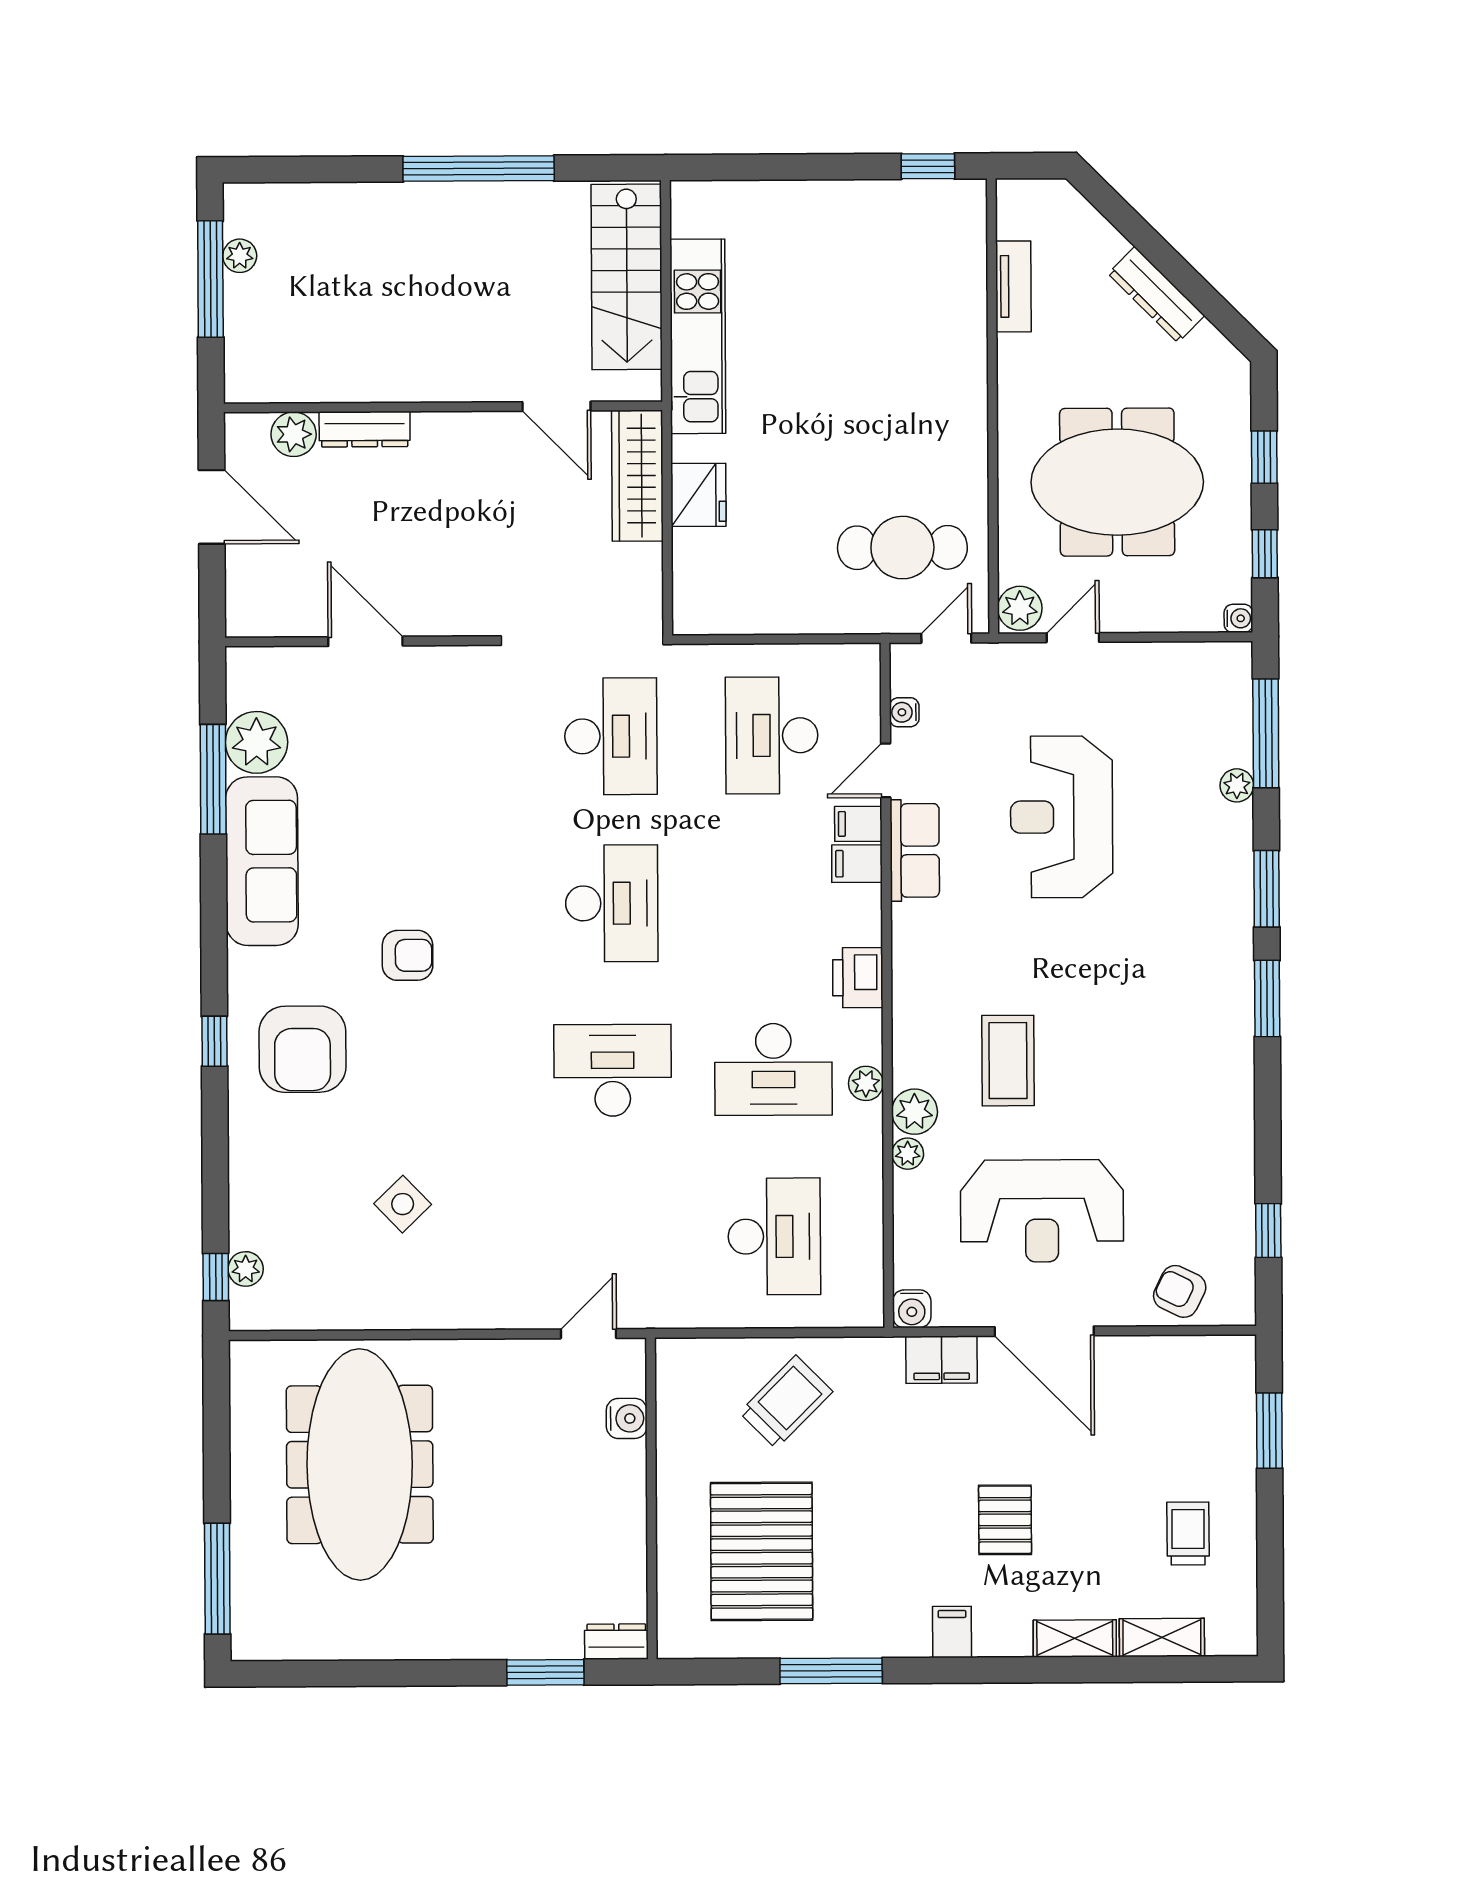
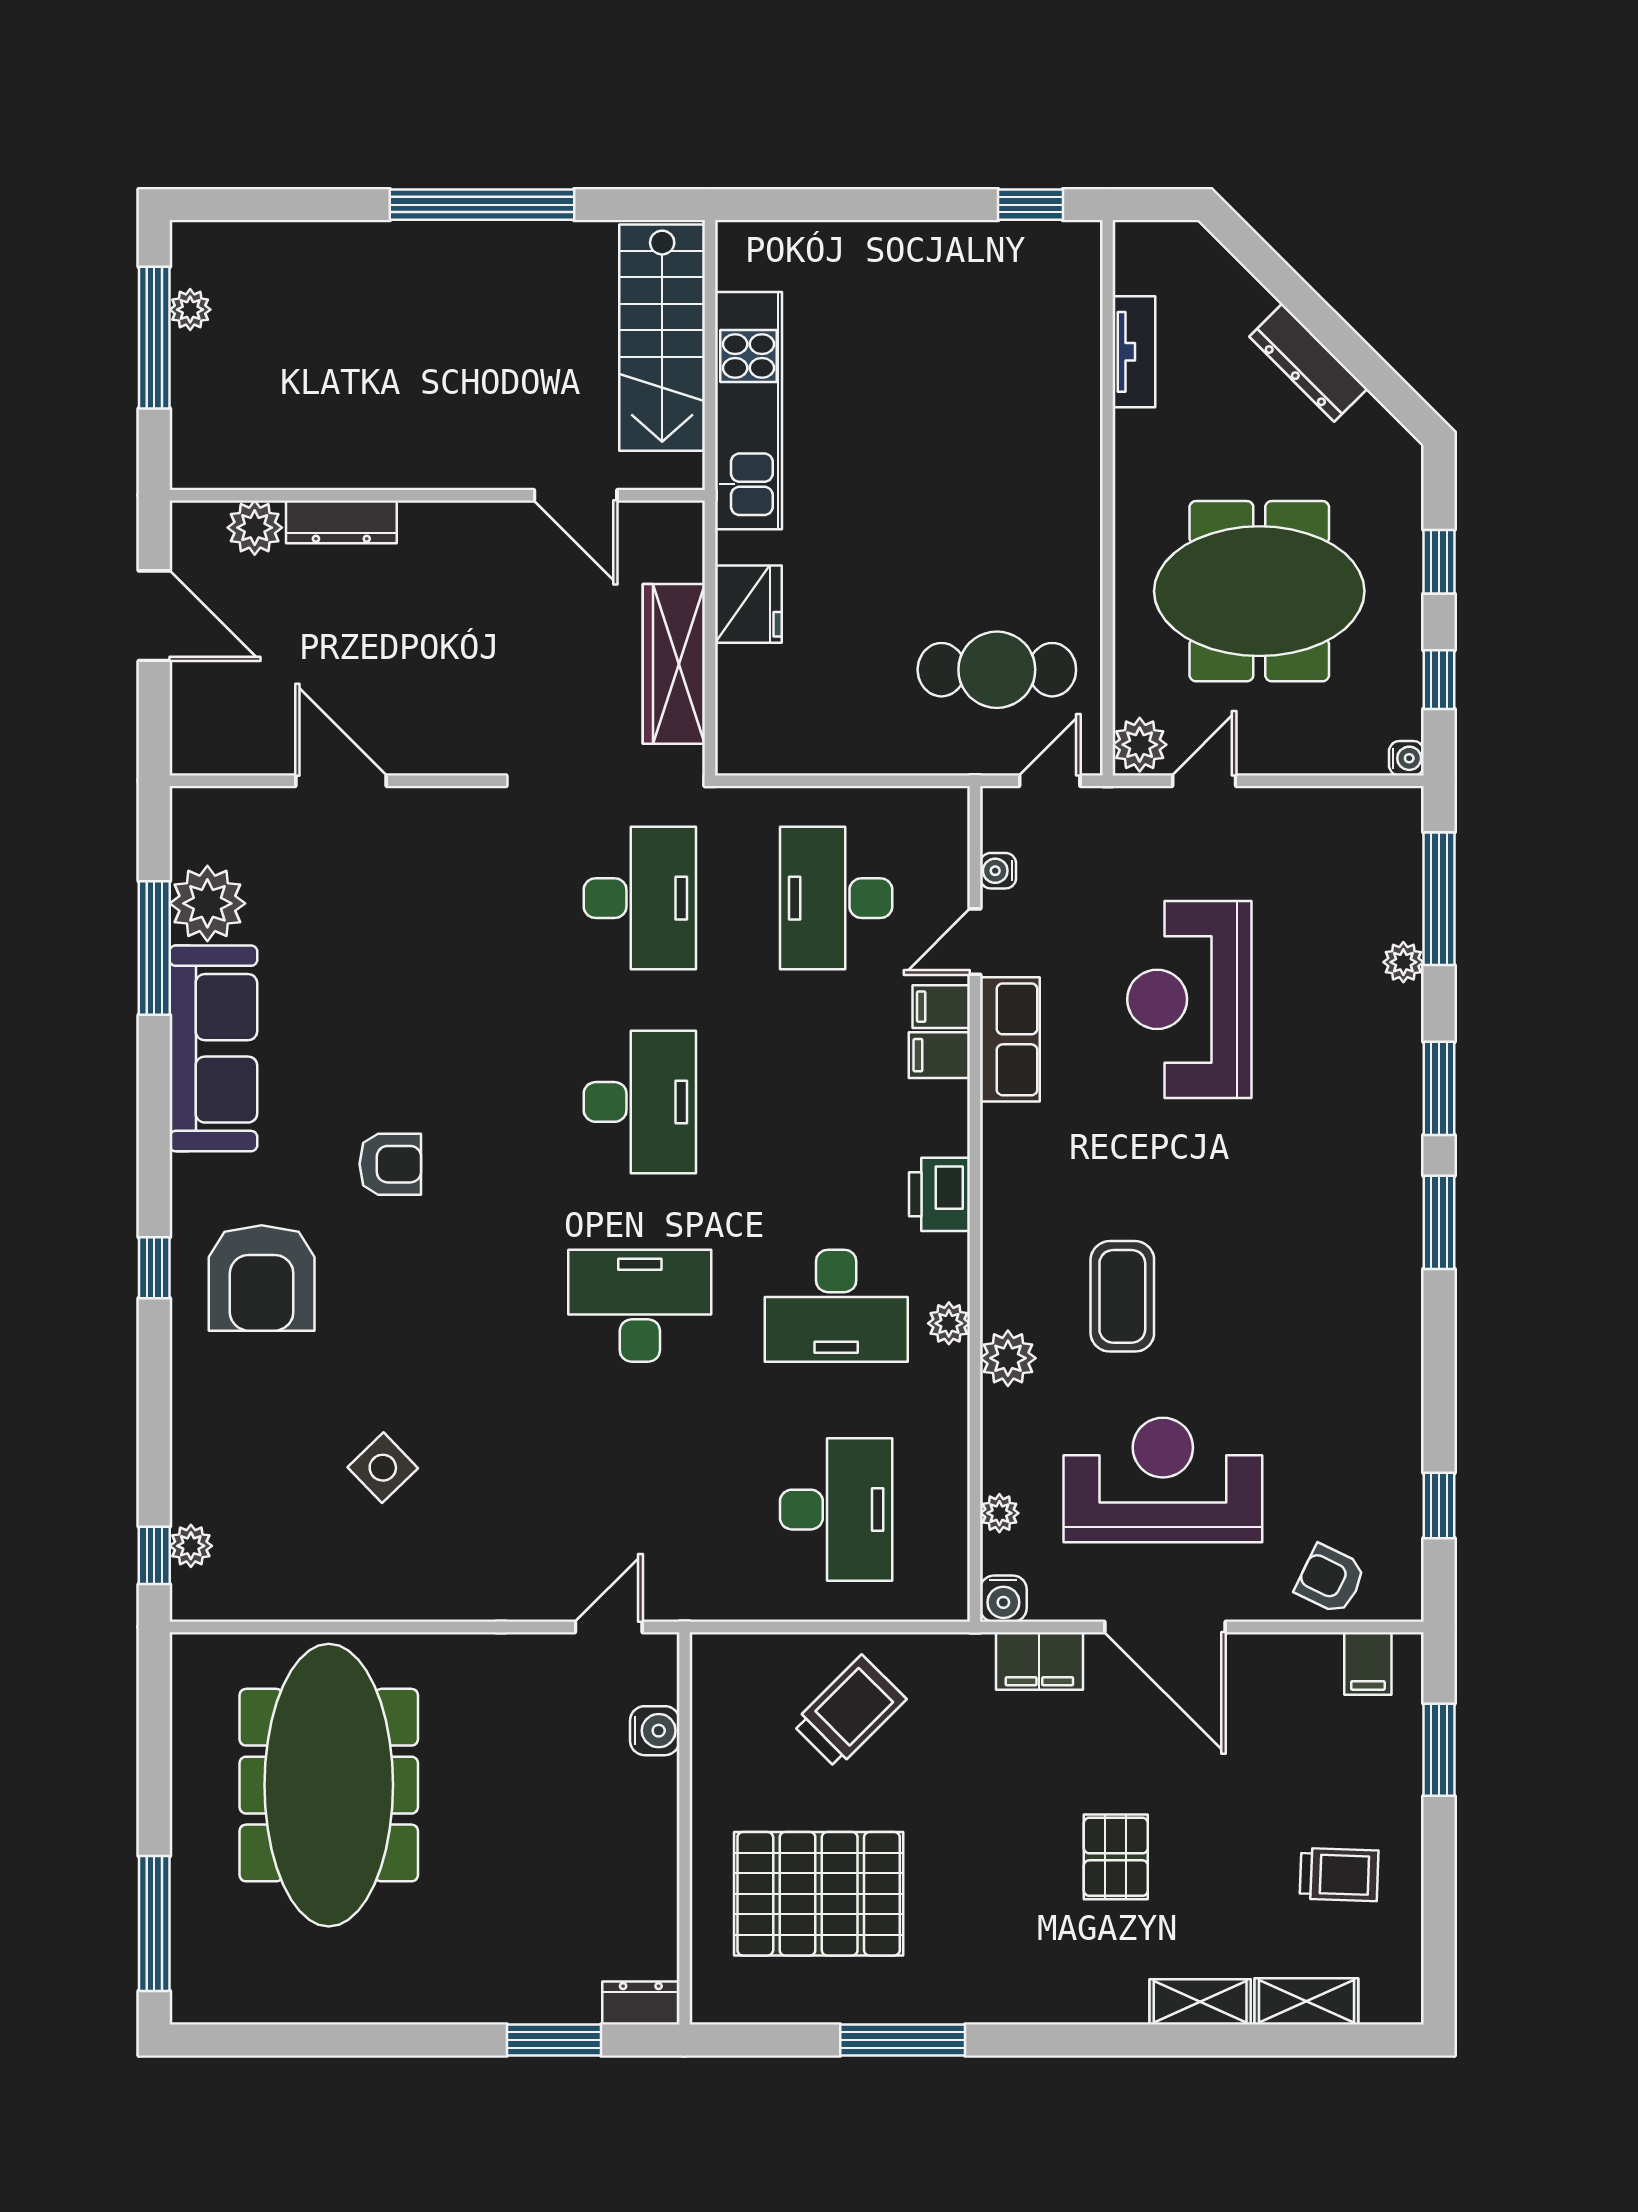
wardrobe: (637, 476) -> (674, 664), moved
plant: (908, 1154) -> (999, 1513), moved
reception desk: (1042, 1211) -> (1163, 1480), turned 180
trolley: (1188, 1533) -> (1339, 1875), turned 92
pallet: (762, 1551) -> (819, 1894), turned 90
filing cabinet: (952, 1632) -> (1368, 1663), moved, turned 180

